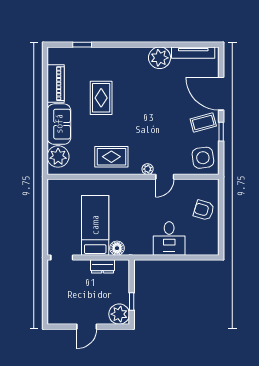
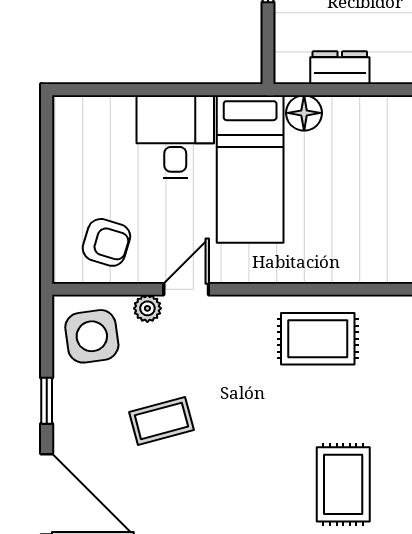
coffee table: (203, 122) -> (161, 421), moved
plant: (148, 169) -> (147, 308), moved
armchair: (204, 210) -> (106, 242), moved
bed: (95, 225) -> (250, 169), moved

